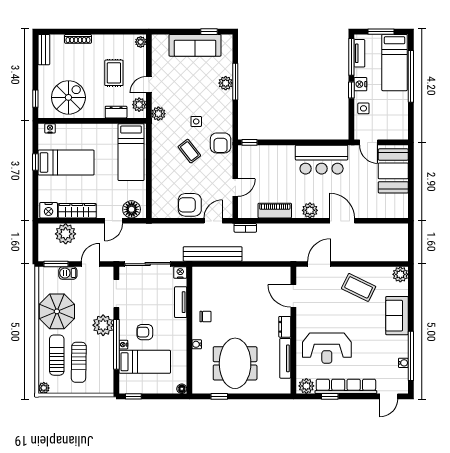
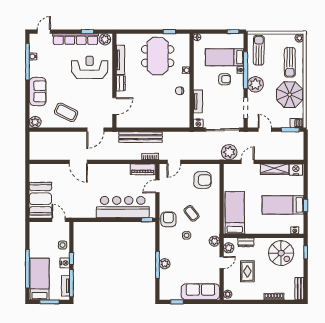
sofa: (195, 45) -> (200, 292), moved
spiral stairs: (68, 97) -> (281, 253), turned -90
bar counter: (322, 160) -> (123, 207), moved, width x1.36
armchair: (190, 205) -> (203, 180), moved
floor lamp: (132, 209) -> (234, 170), removed
plant: (310, 210) -> (102, 169), removed
piano: (275, 211) -> (143, 169), moved
plant: (66, 234) -> (229, 152), moved
bench: (213, 254) -> (141, 137), moved
door: (90, 264) -> (265, 130), swing flipped
barbecue: (68, 273) -> (297, 123), moved
door: (293, 296) -> (114, 106), hinge flipped
sun lounger: (79, 362) -> (259, 50), moved

